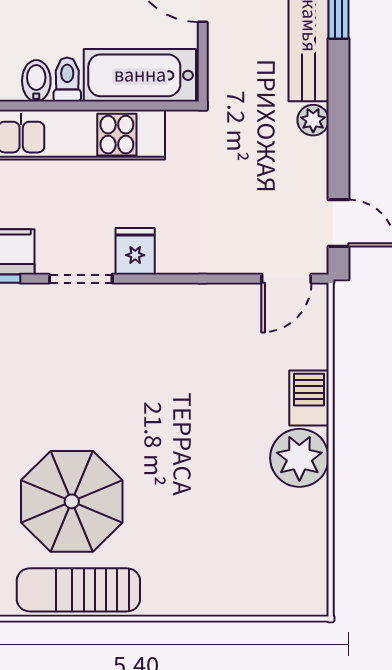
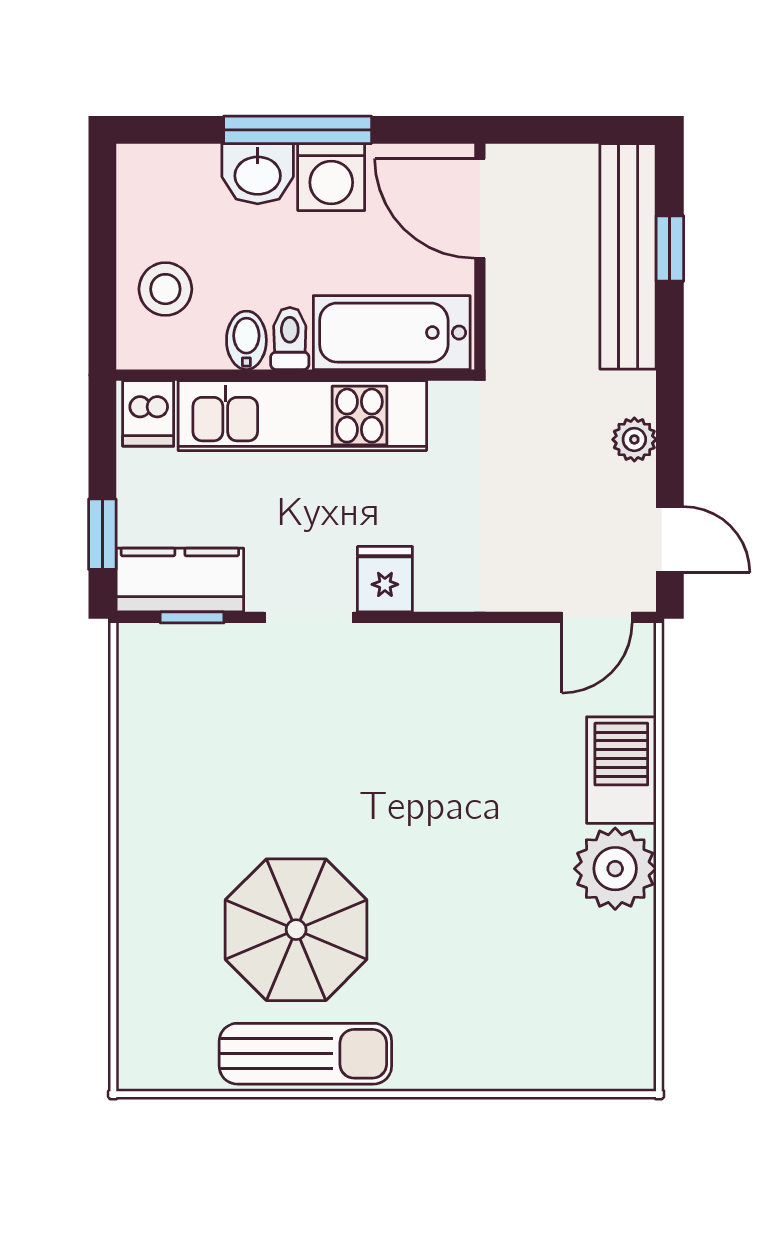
plant: (313, 120) -> (634, 439), moved
barbecue: (309, 398) -> (621, 770), width x1.38, depth x1.27
sun lounger: (78, 590) -> (305, 1054), turned 180

